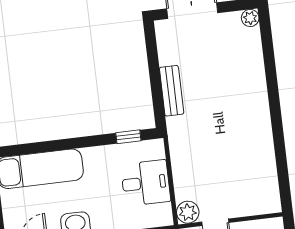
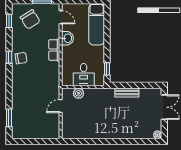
plant: (188, 212) -> (78, 93), moved

